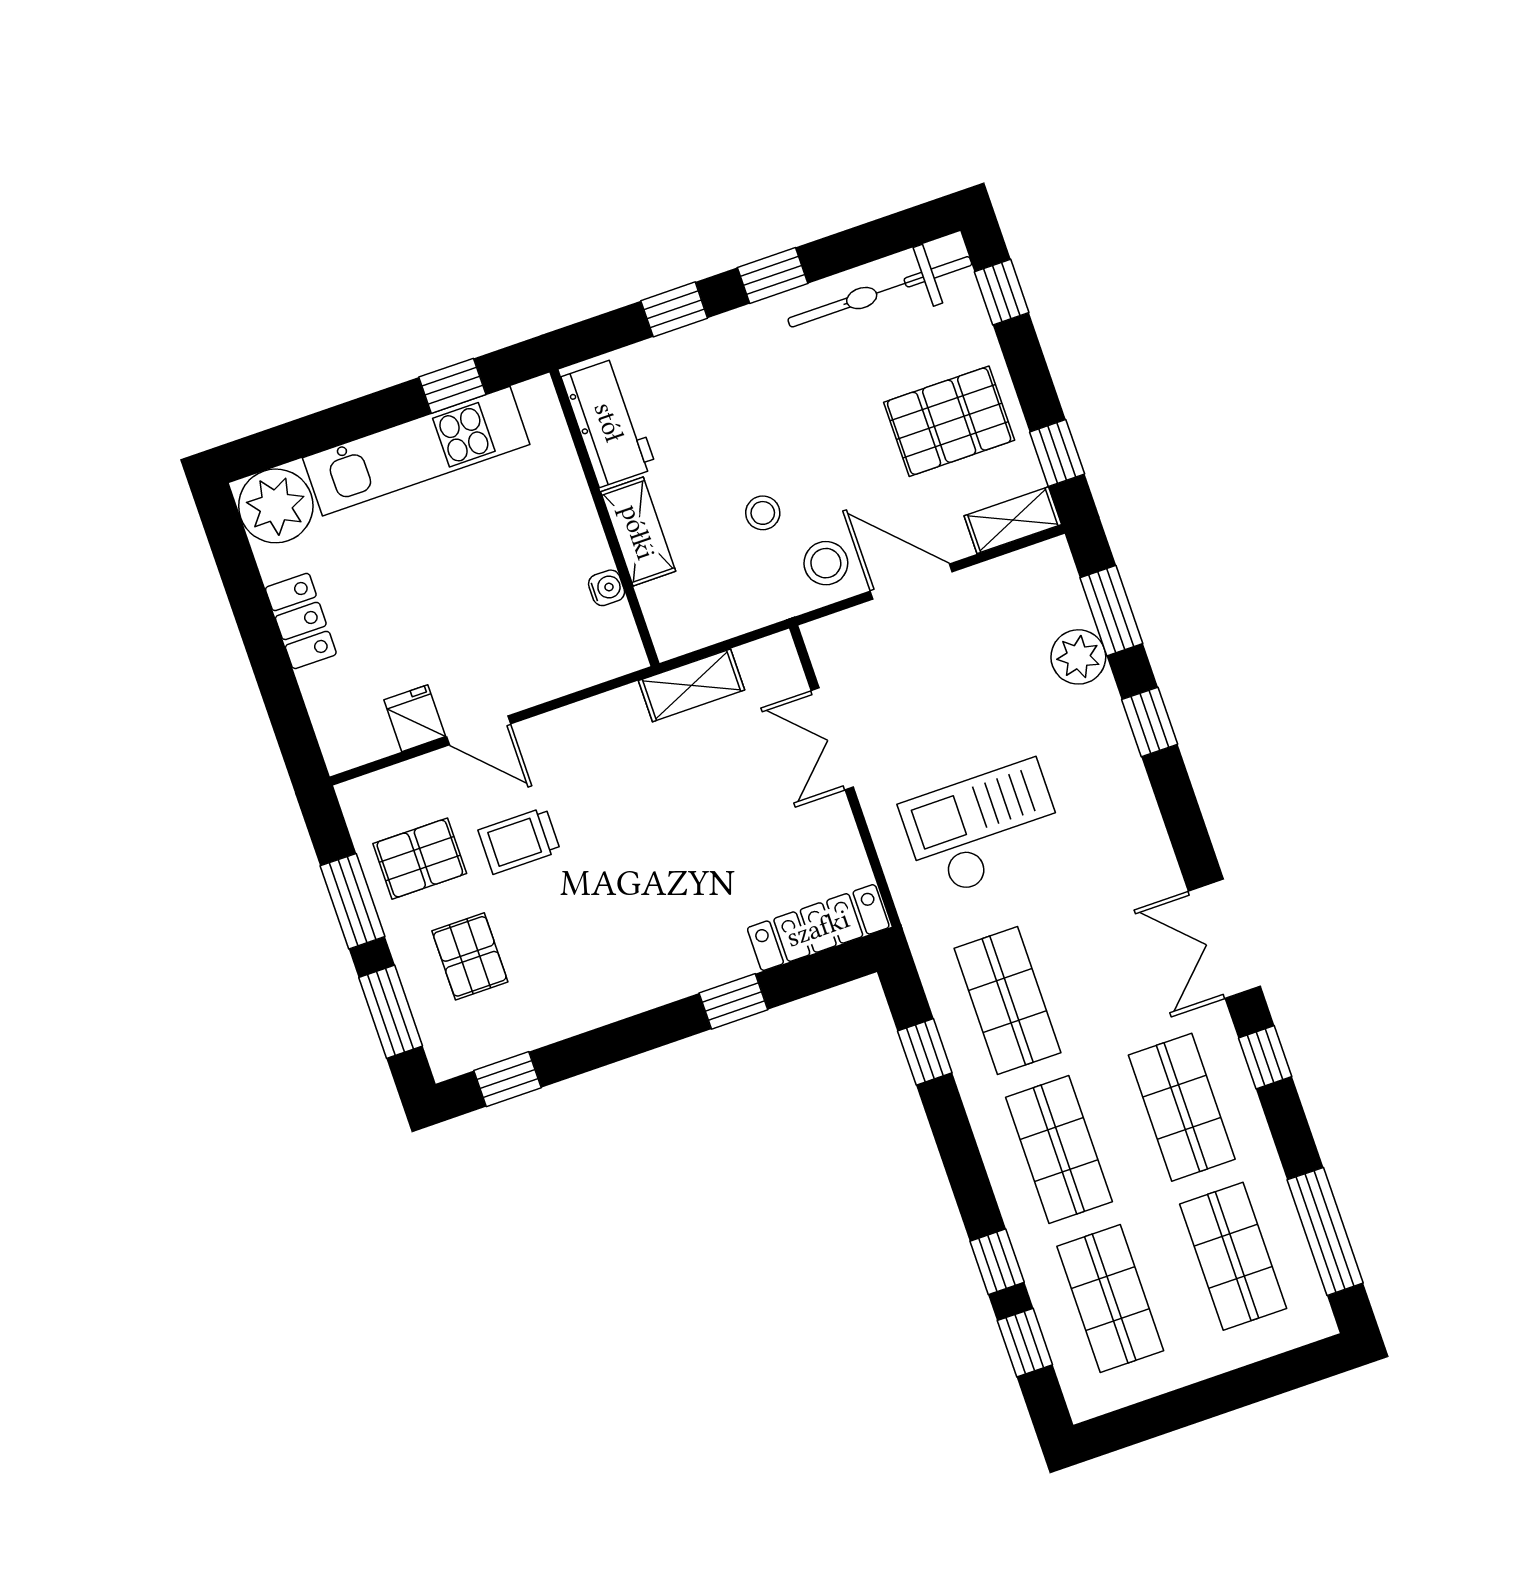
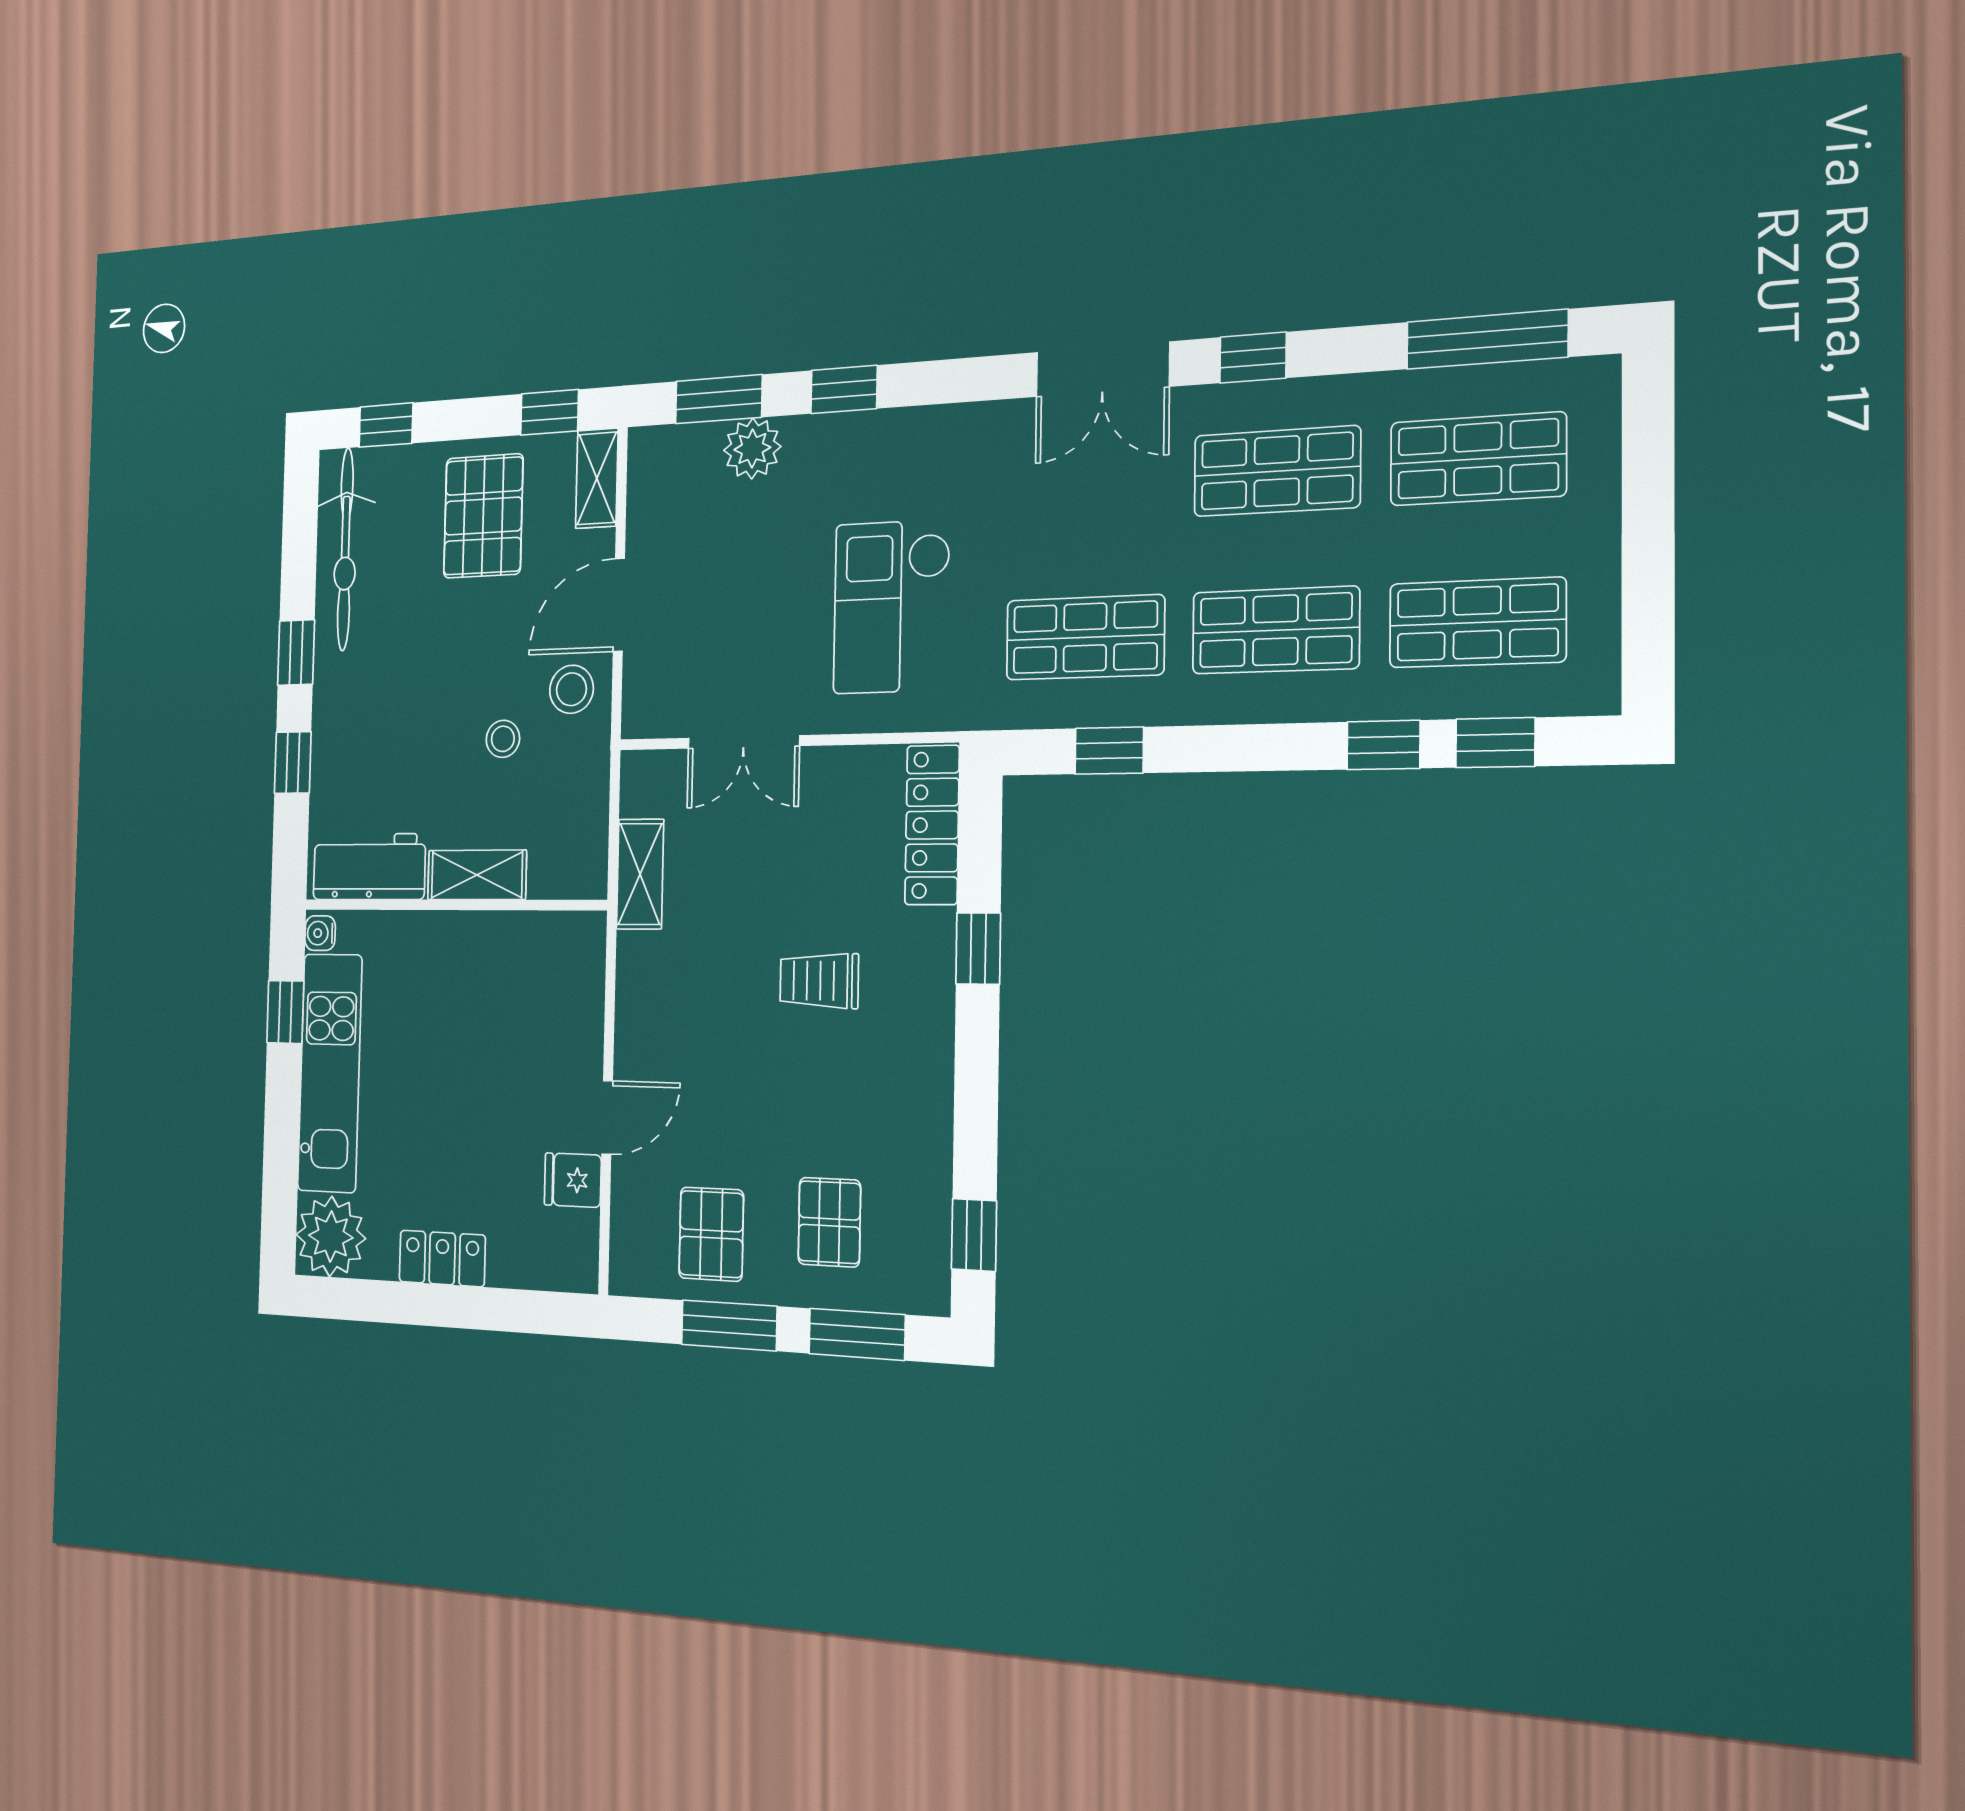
water cooler: (607, 588) -> (320, 933), moved, turned -90
trolley: (519, 841) -> (819, 981), moved, turned 90
pallet: (470, 956) -> (829, 1222), turned 90

